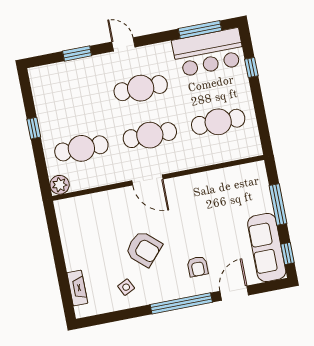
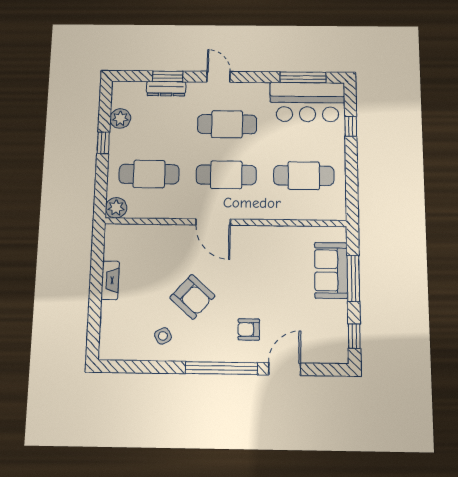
dresser: (78, 66) -> (166, 89), added
plant: (43, 102) -> (120, 118), added
sofa: (267, 247) -> (331, 270), moved, width x0.73
armchair: (198, 267) -> (249, 329), turned 90
fireplace: (77, 288) -> (110, 280), moved

